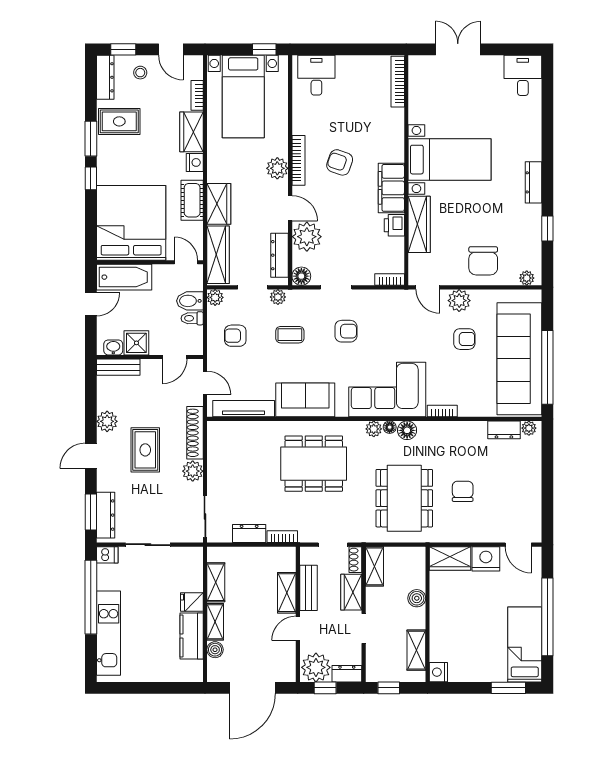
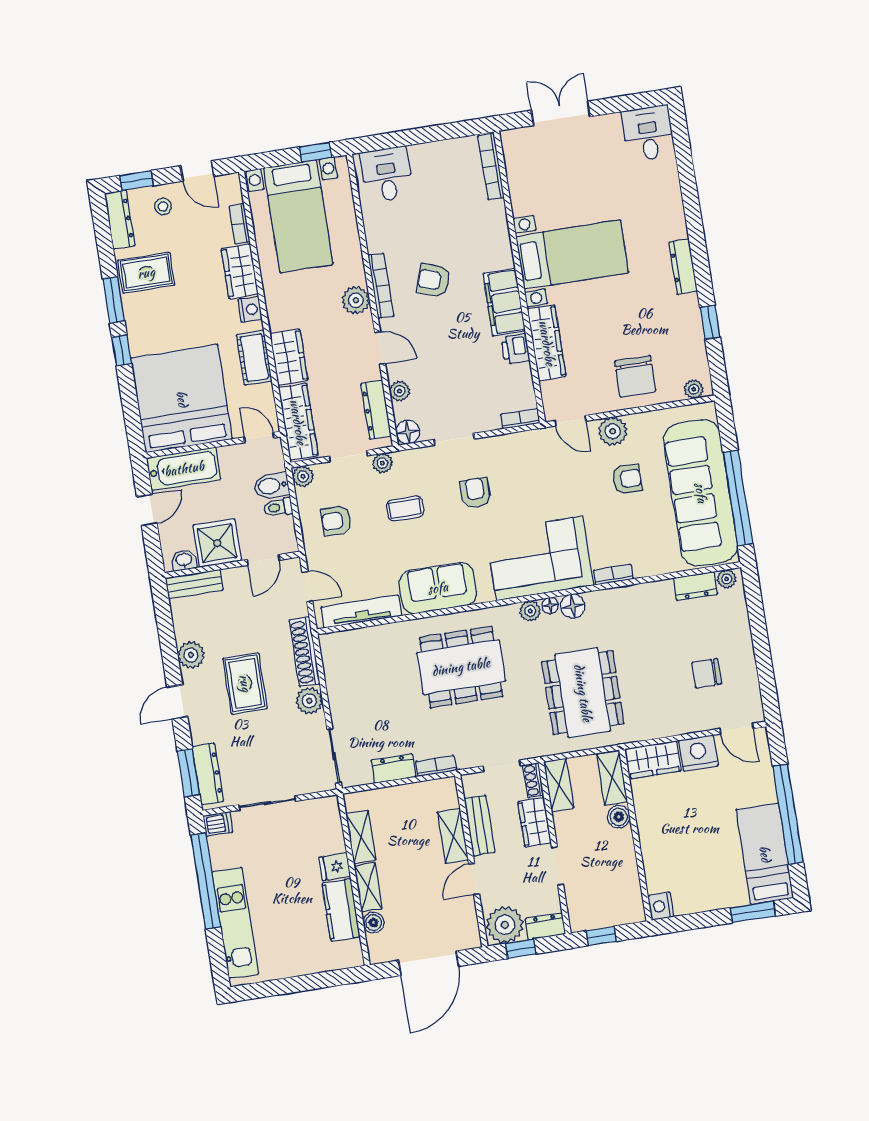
plant: (307, 237) -> (400, 391), width x0.53, depth x0.53
armchair: (346, 331) -> (475, 493), turned -90
shower: (136, 343) -> (217, 543), width x1.36, depth x1.36
chair: (463, 491) -> (707, 673), moved, turned -90
shelving: (416, 650) -> (612, 778), moved

